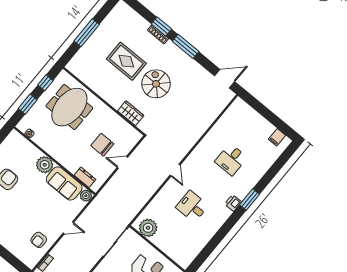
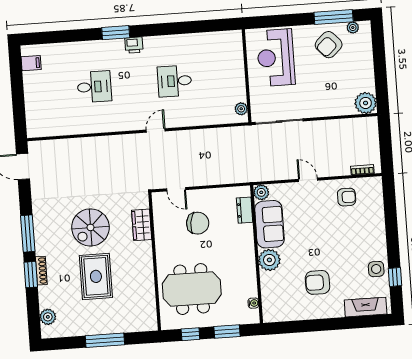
plant: (129, 14) -> (48, 317), added
chair: (102, 145) -> (198, 223), turned -82
door: (122, 162) -> (176, 189), moved
desk: (192, 206) -> (175, 81), turned 90
plant: (148, 228) -> (241, 109), width x0.53, depth x0.53

